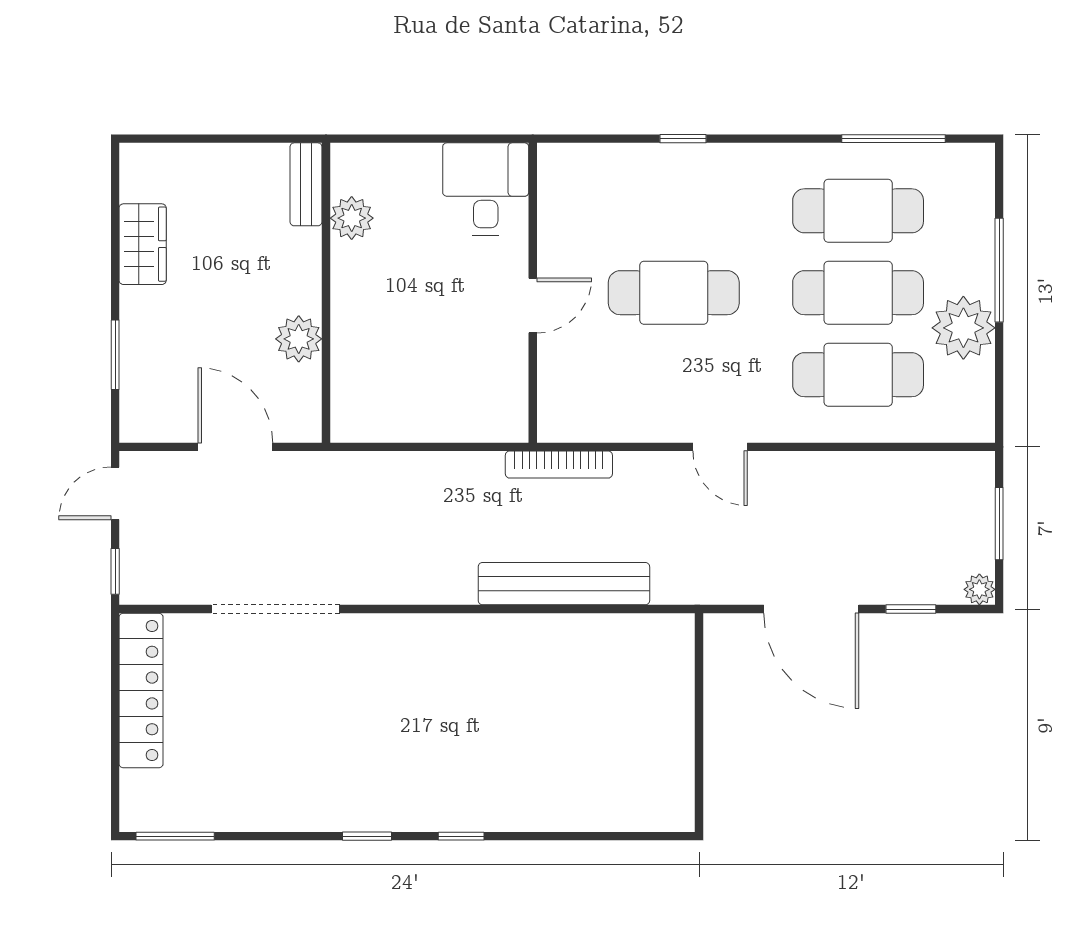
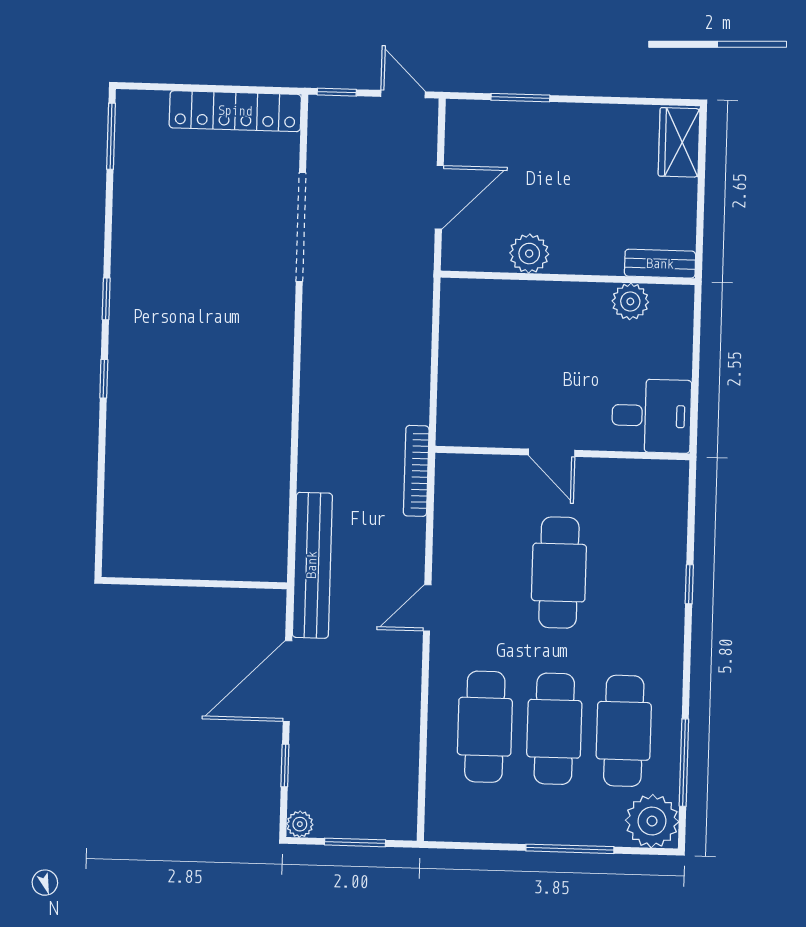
wardrobe: (143, 244) -> (679, 142), moved, turned 90
plant: (963, 328) -> (652, 821), moved
bench: (564, 584) -> (312, 565), moved

